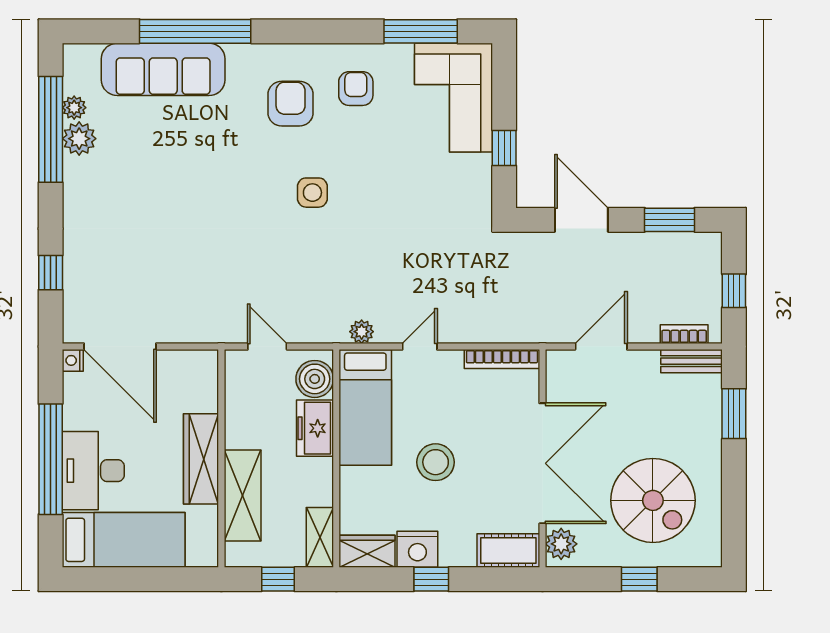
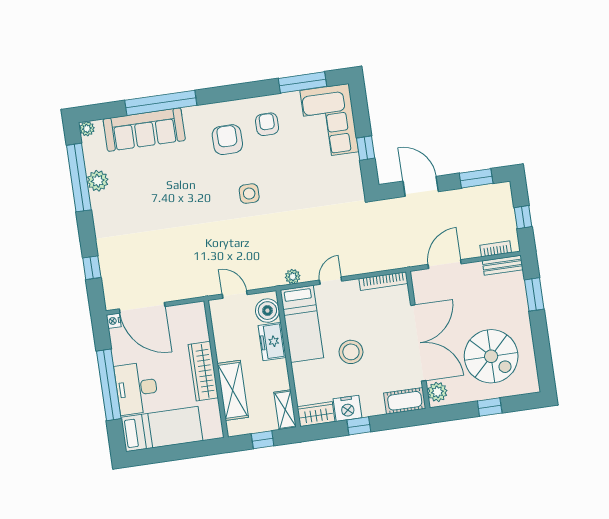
plant: (74, 108) -> (87, 129), moved

